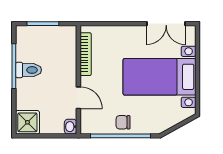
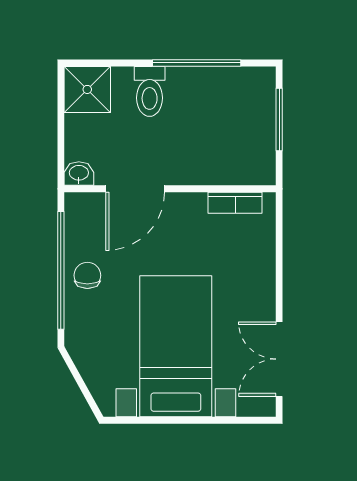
bookcase: (86, 54) -> (235, 203), width x0.64
toilet: (28, 70) -> (150, 91), moved
door: (78, 98) -> (135, 189), width x1.38

